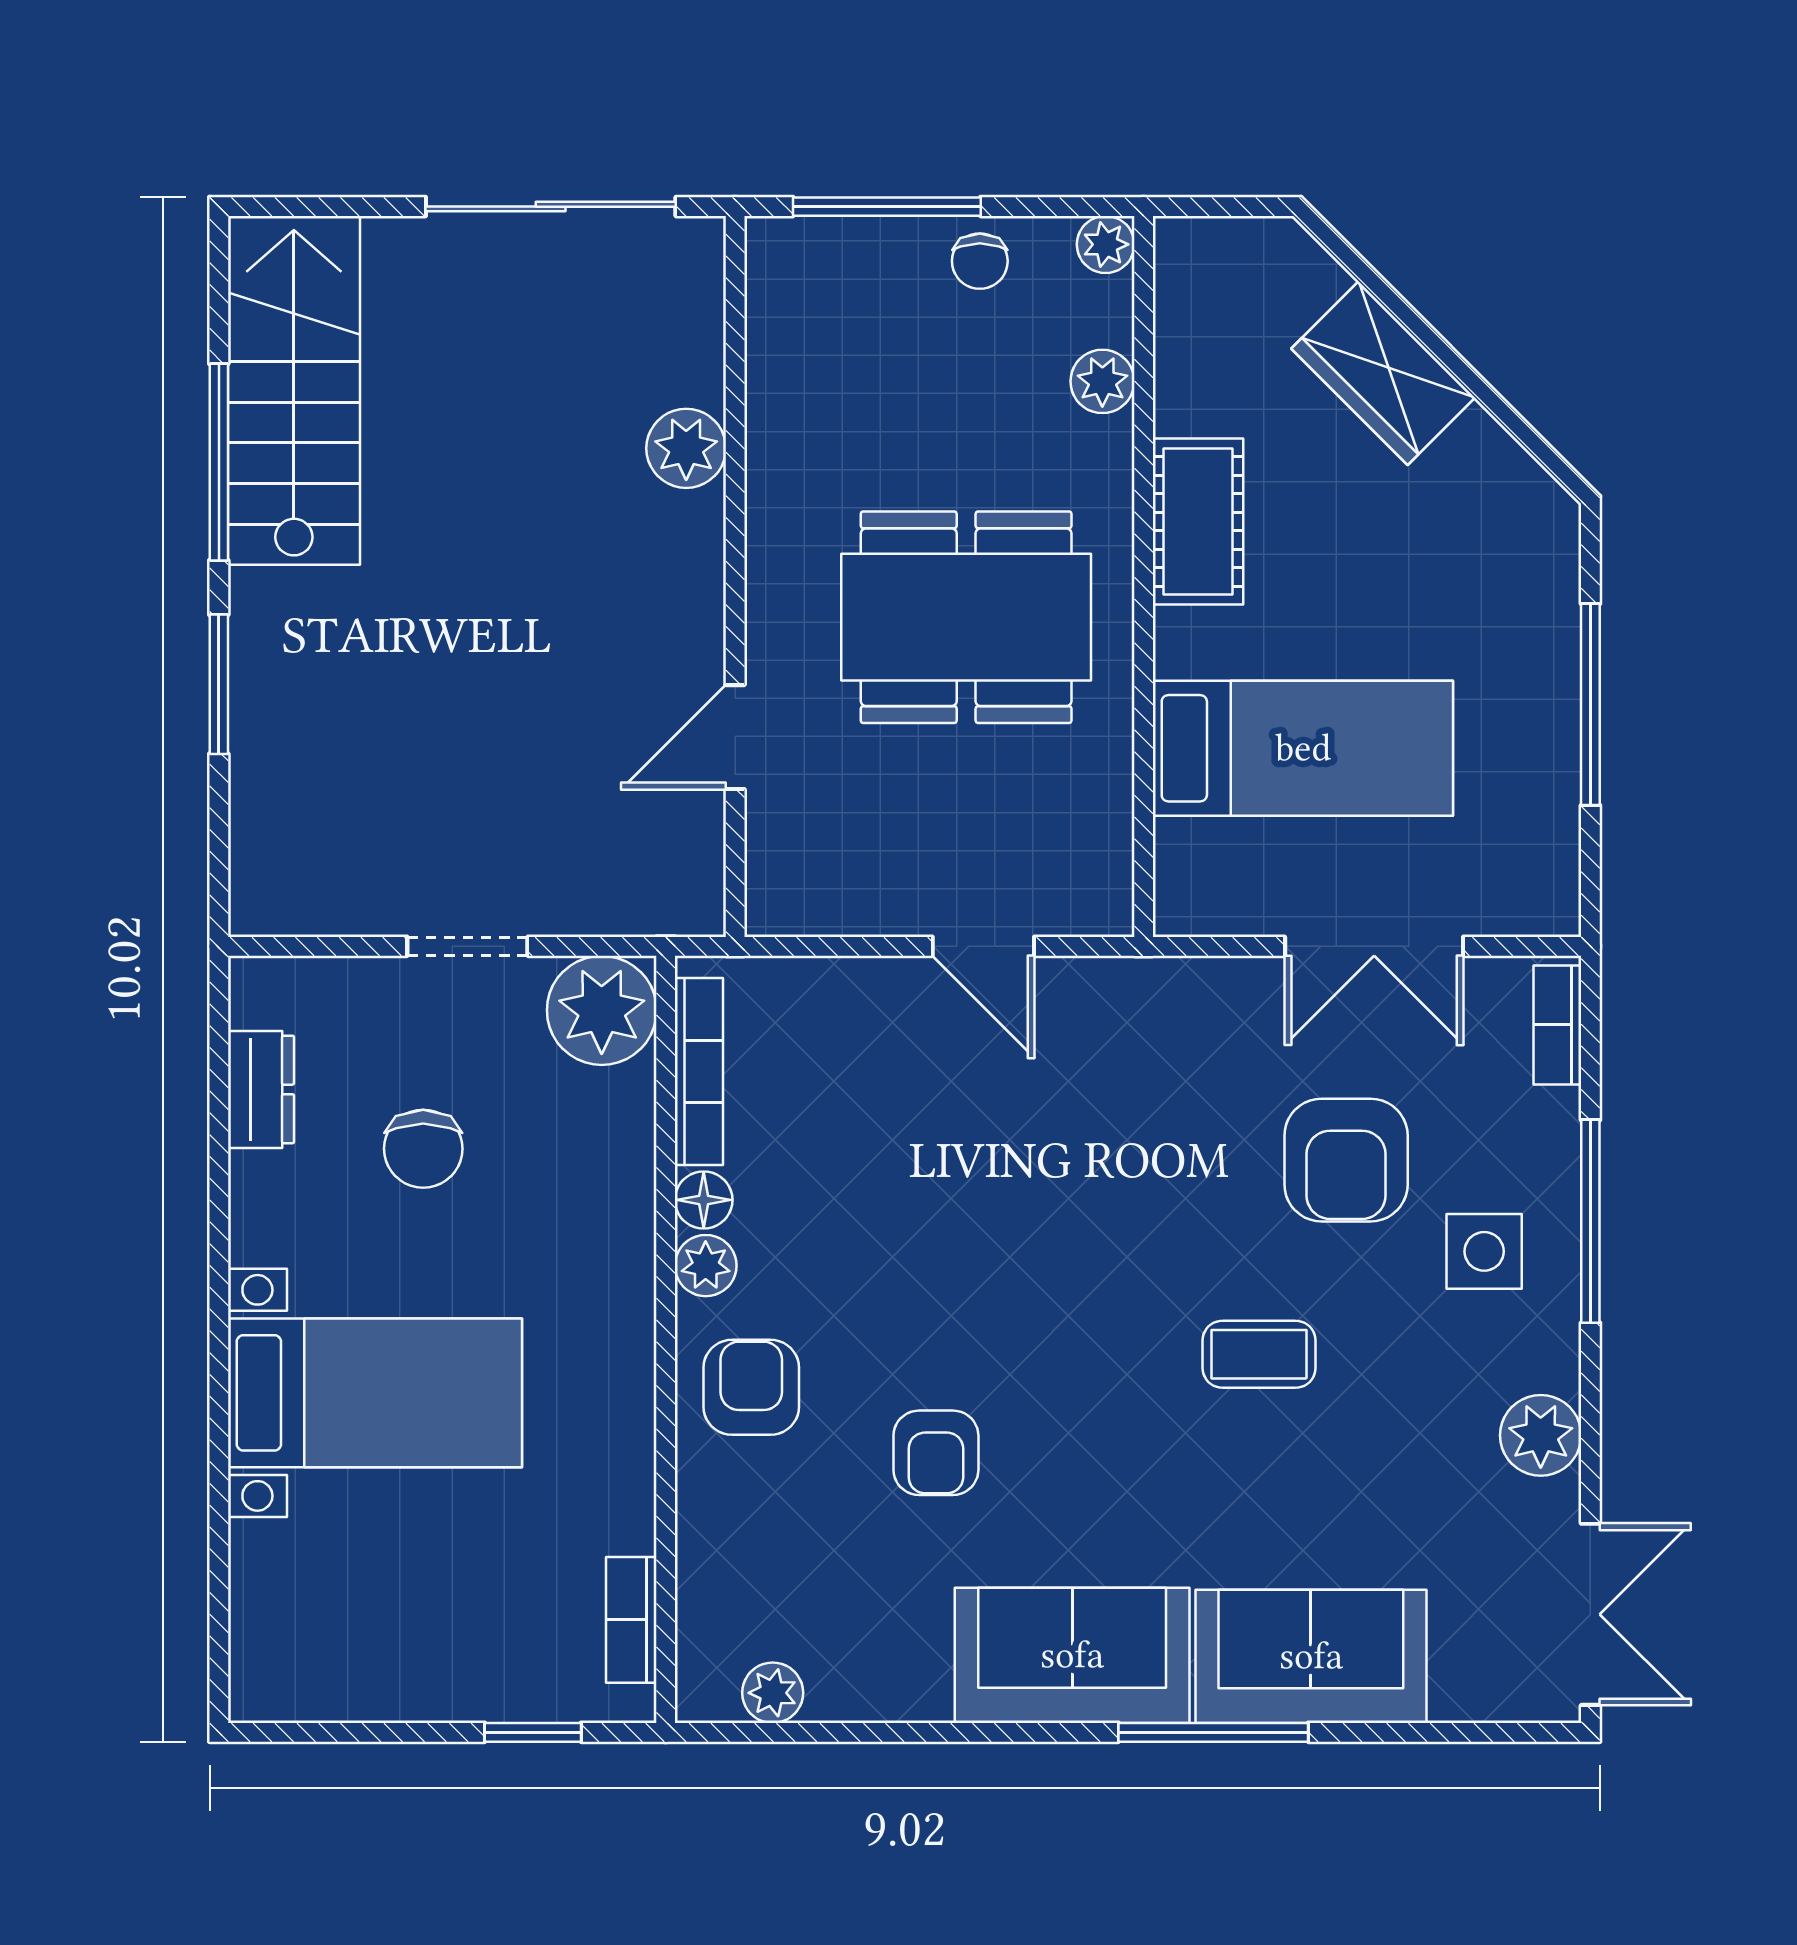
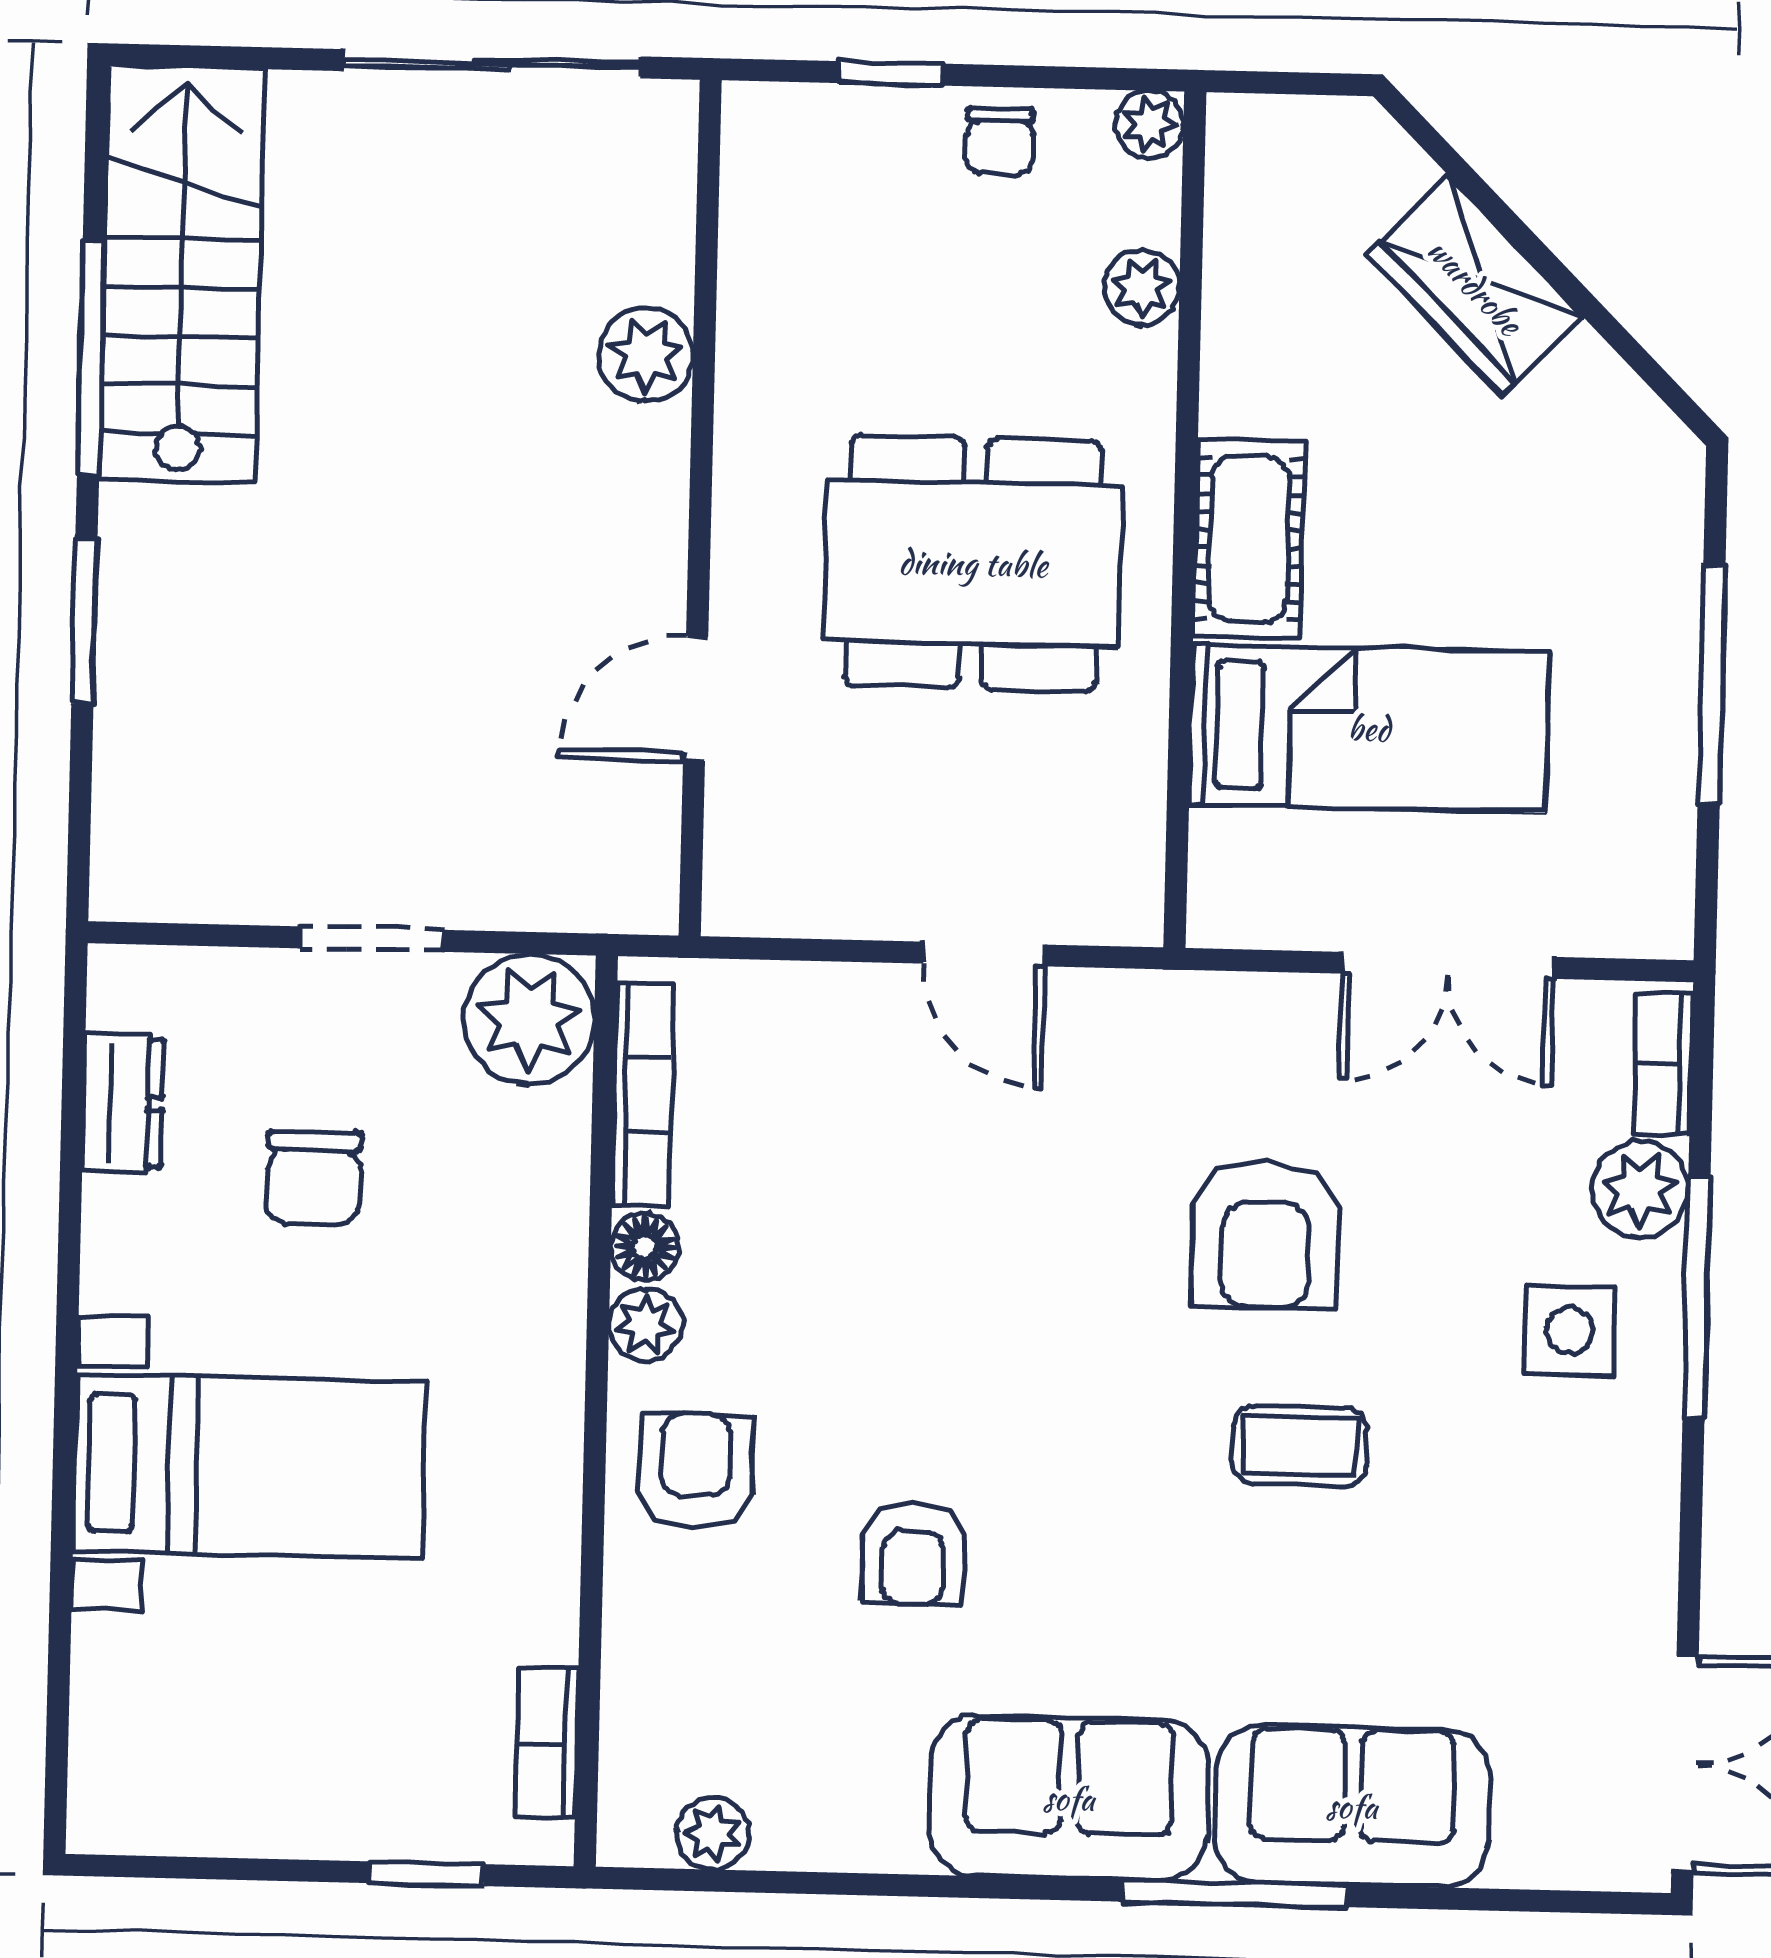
window: (887, 207) -> (891, 73), width x0.46
cot: (1198, 522) -> (1249, 539), moved
armchair: (1346, 1160) -> (1266, 1235), moved
plant: (1541, 1435) -> (1640, 1190), moved

